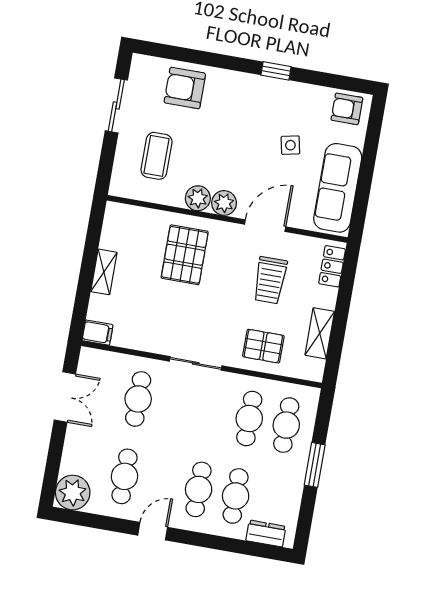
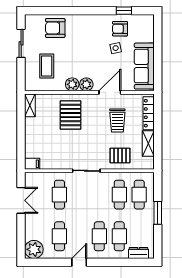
window: (276, 71) -> (124, 11), moved
armchair: (347, 109) -> (120, 29), moved
locker: (332, 266) -> (149, 113), width x1.53
shelving: (104, 272) -> (30, 105), moved

